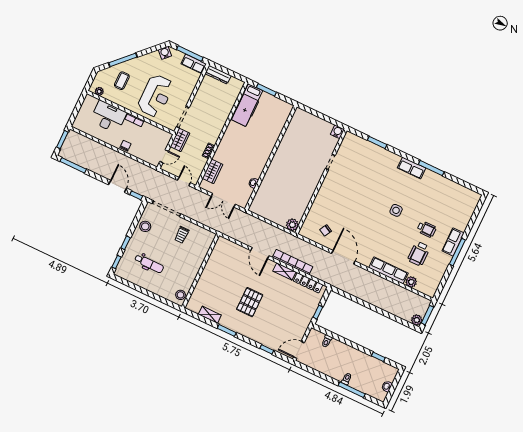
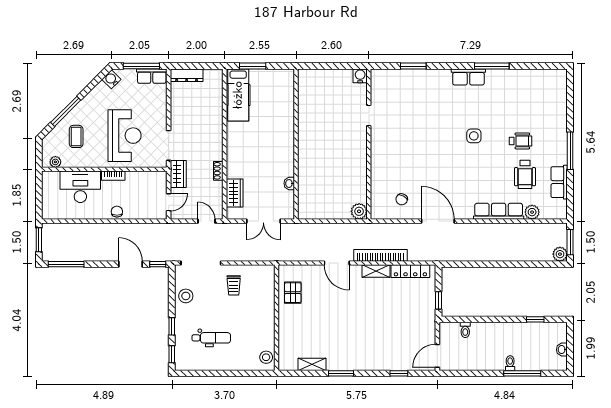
row of seats: (453, 242) -> (559, 182), moved
pallet: (250, 302) -> (293, 293), moved, width x0.67, depth x0.71

